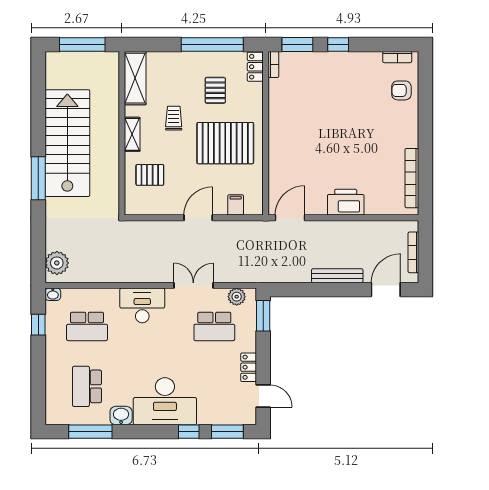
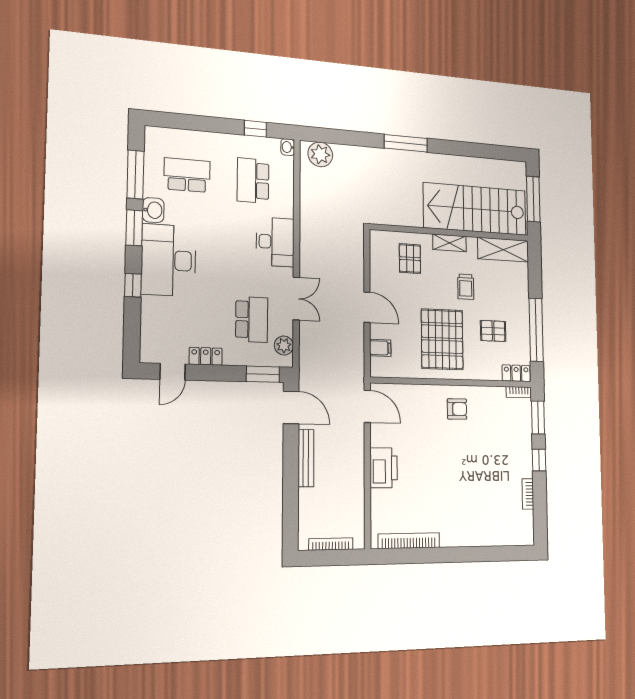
bookcase: (397, 57) -> (528, 494), moved
armchair: (401, 90) -> (457, 409), moved, turned 90
trolley: (174, 118) -> (466, 287), turned 90
stairs: (67, 143) -> (475, 209), moved, turned 180
door: (386, 290) -> (291, 407), moved
school desk: (214, 326) -> (252, 320), turned 180
window: (227, 432) -> (134, 228), moved

